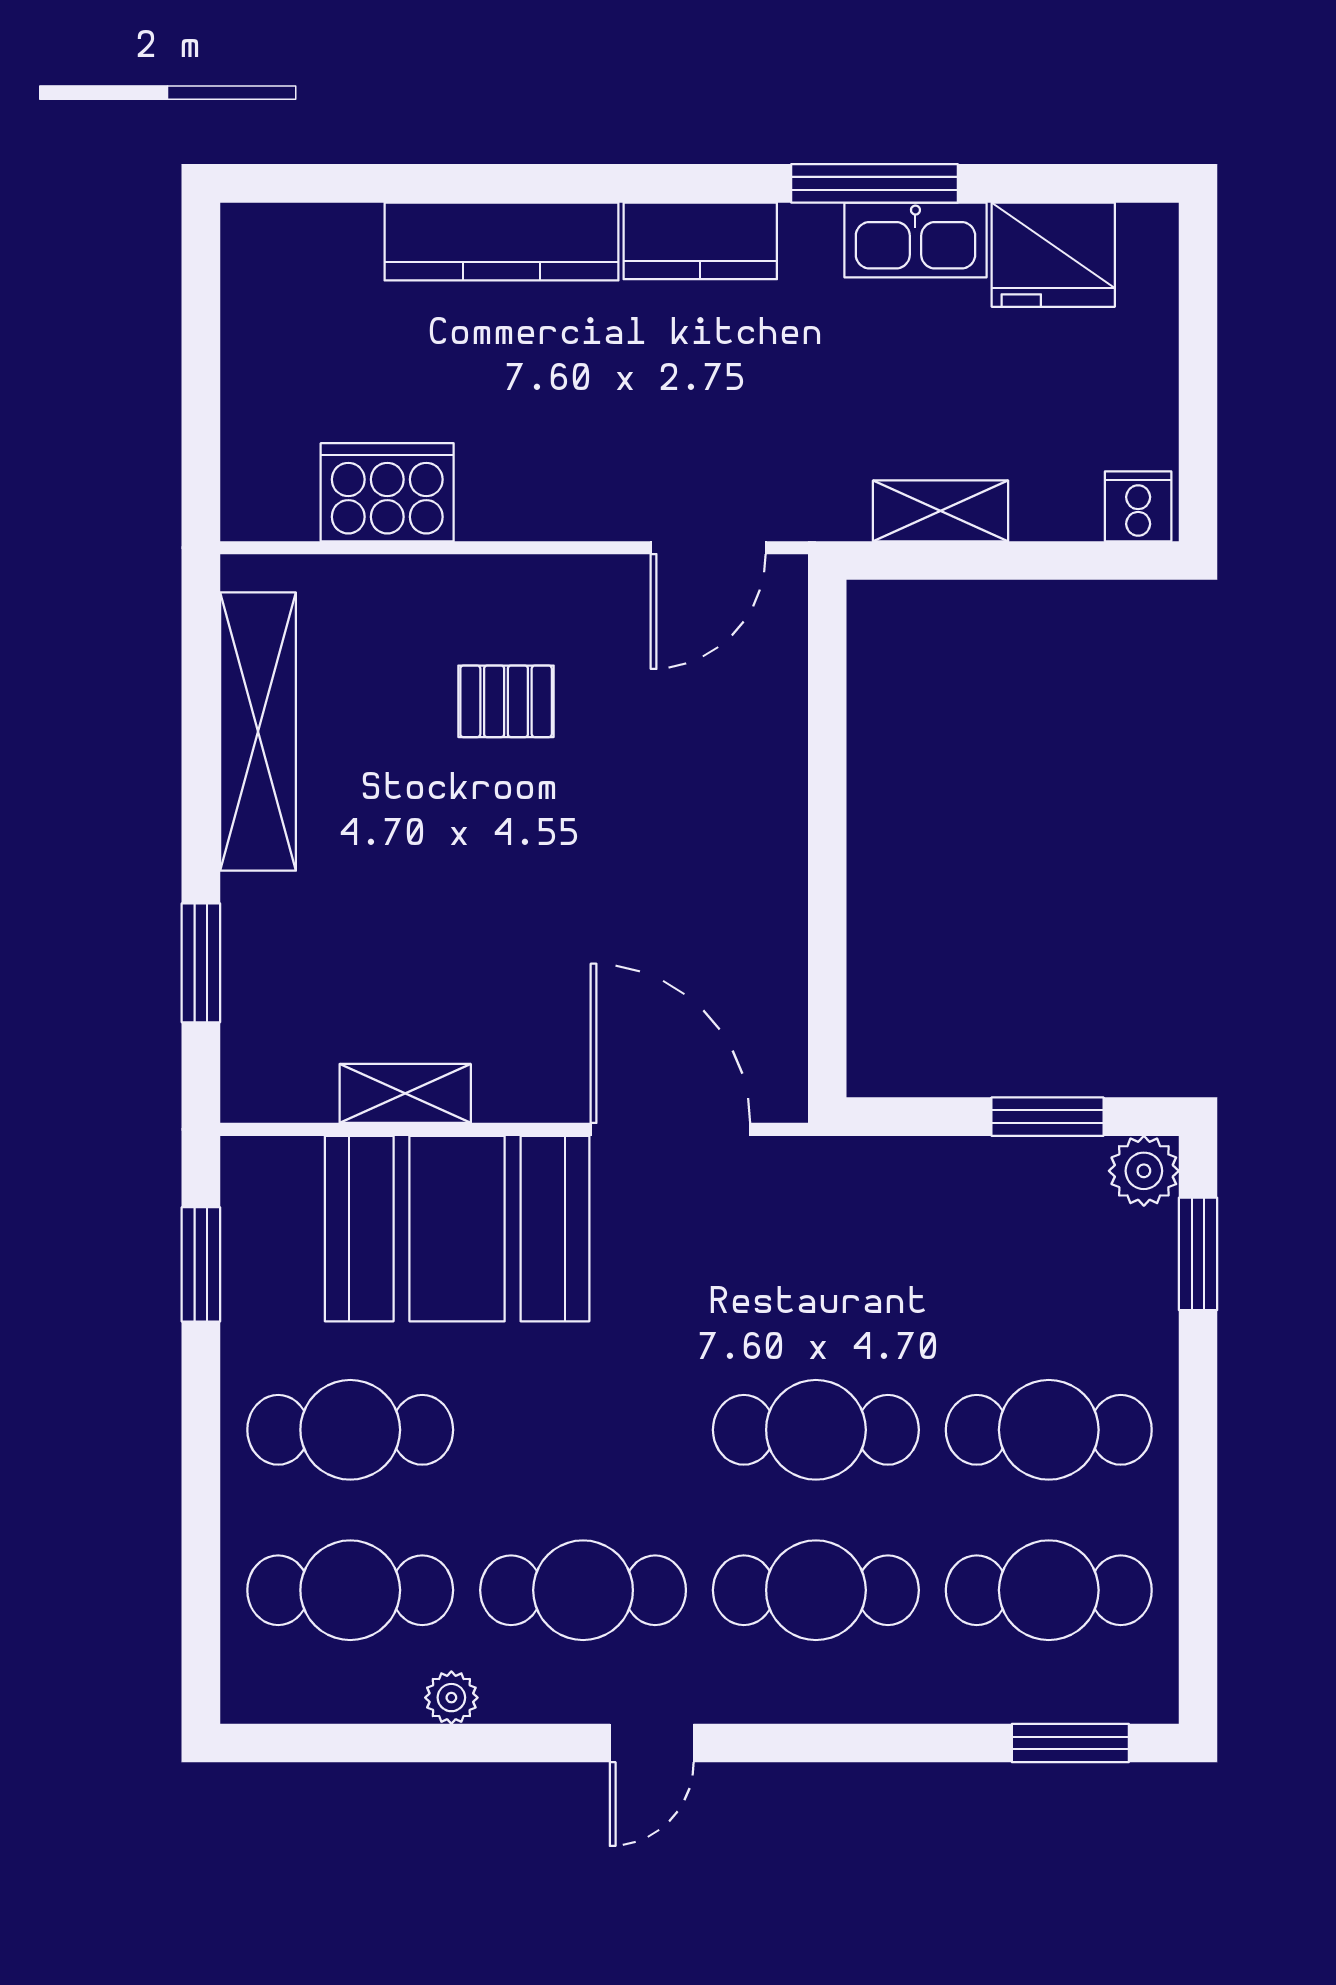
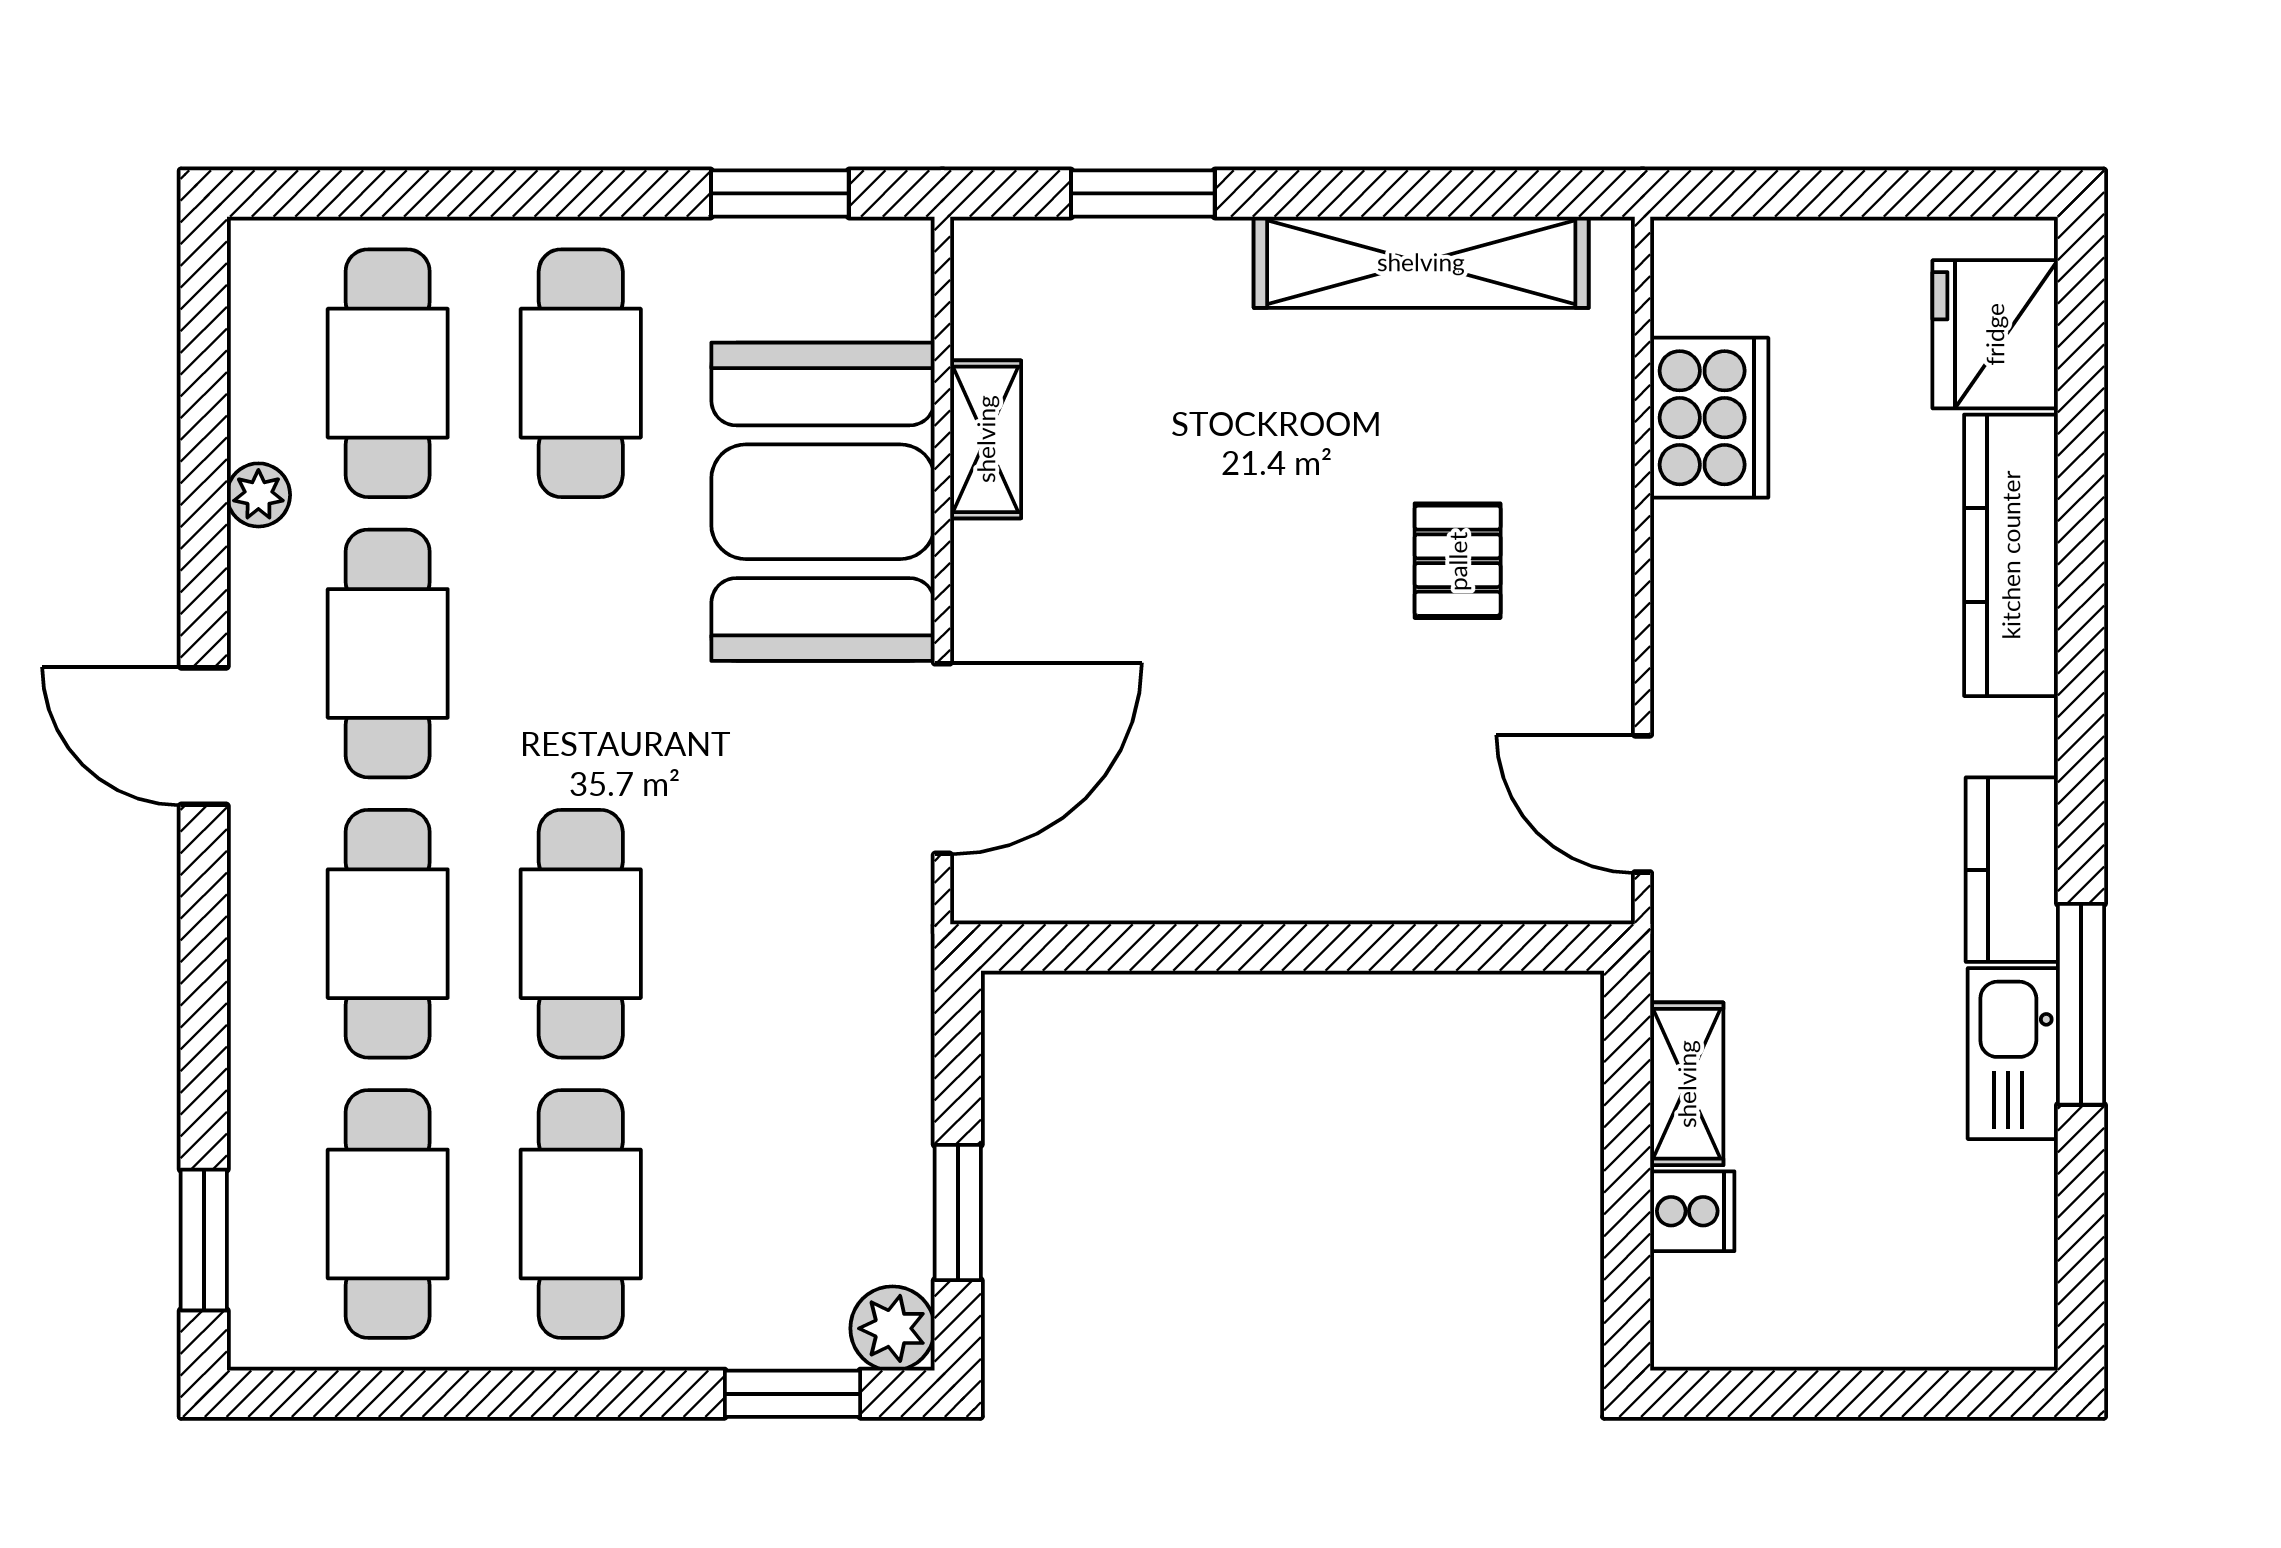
kitchen counter: (700, 241) -> (2012, 870), moved
fridge: (1053, 255) -> (1995, 334), moved
cooker: (1138, 506) -> (1692, 1211), moved
door: (652, 1743) -> (204, 736), width x1.38

